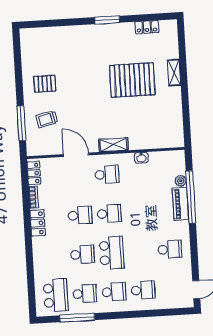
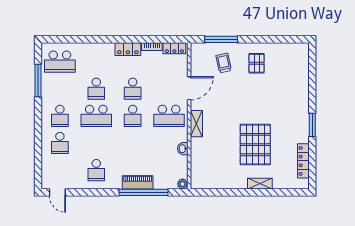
locker: (147, 27) -> (303, 161), width x1.53
school desk: (107, 174) -> (169, 116), width x1.85
plant: (181, 181) -> (183, 184), moved
school desk: (85, 294) -> (60, 89), removed

